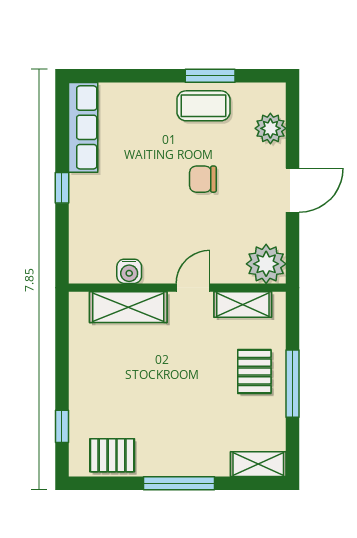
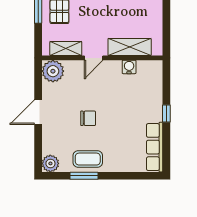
plant: (270, 128) -> (50, 163), moved

